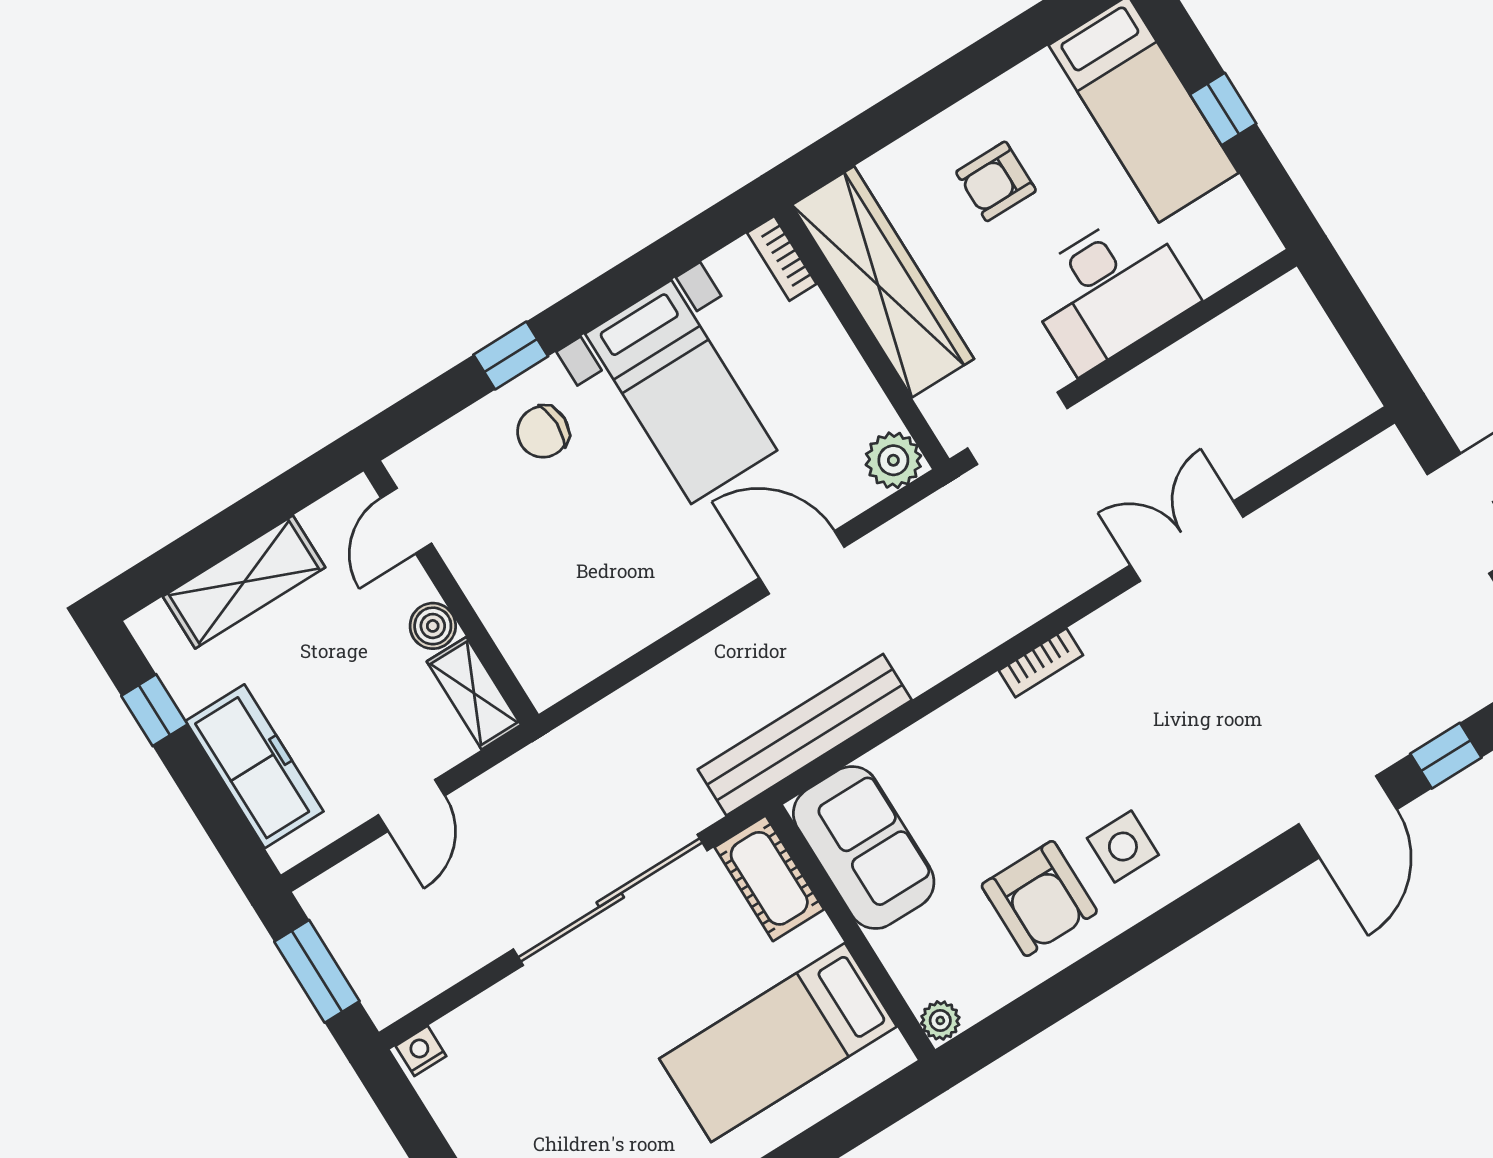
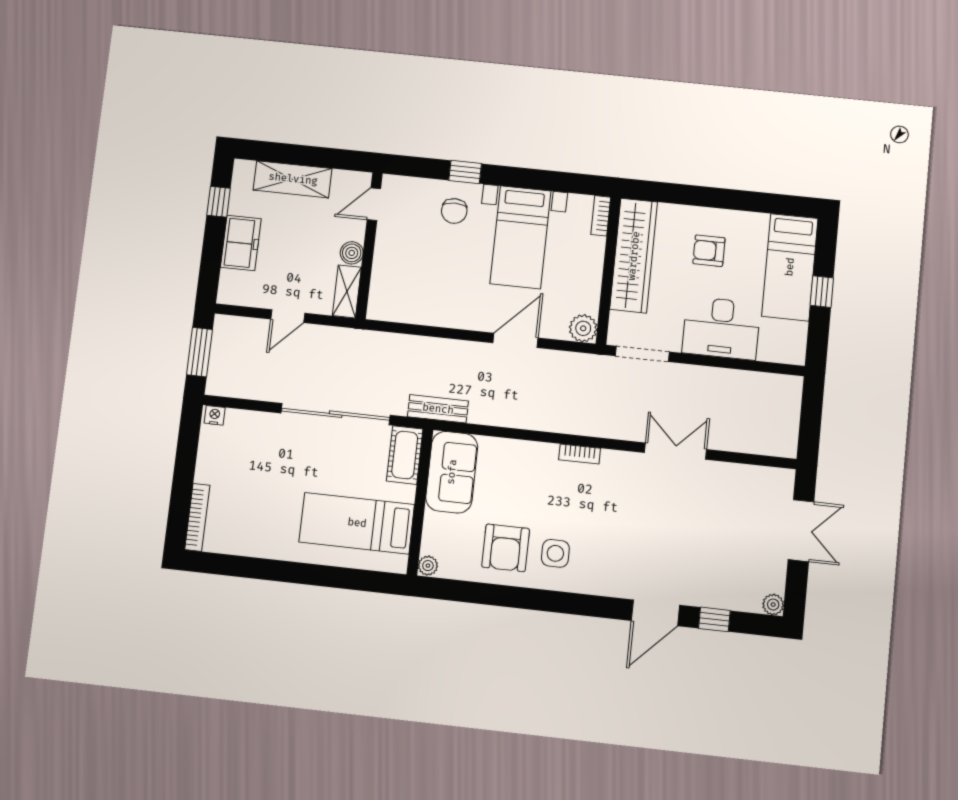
chair: (543, 432) -> (454, 211), turned -90
door: (802, 562) -> (516, 340), hinge flipped
bench: (805, 735) -> (438, 409), width x0.54, depth x0.82
freezer: (255, 766) -> (241, 243), width x0.71

